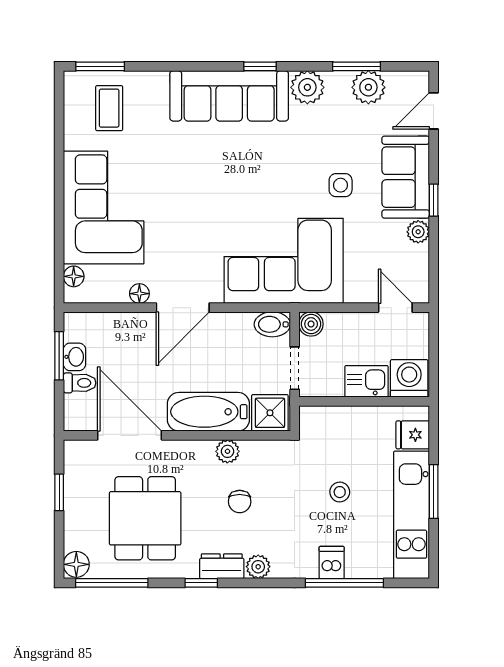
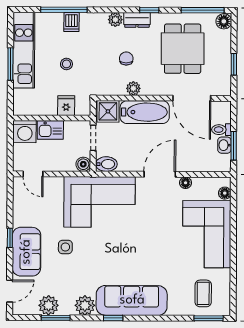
plant: (418, 232) -> (19, 219), removed
fridge: (413, 435) -> (66, 106), moved, turned -90

